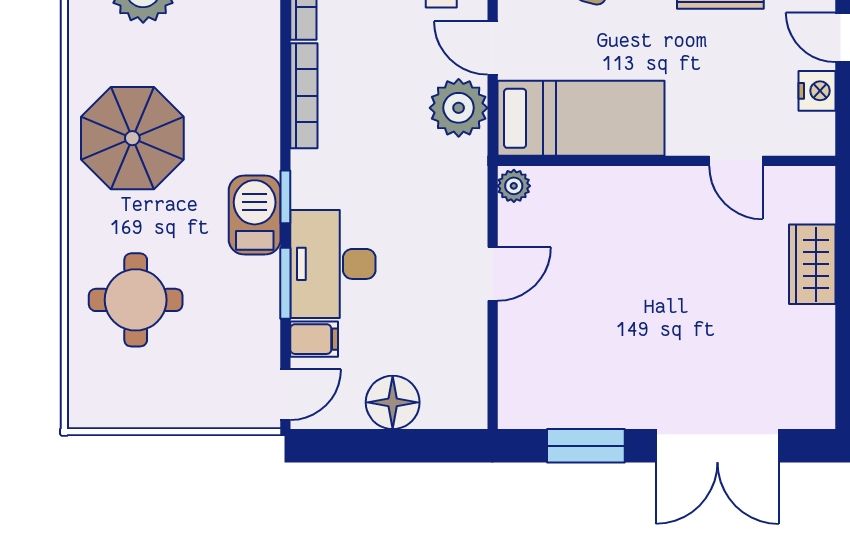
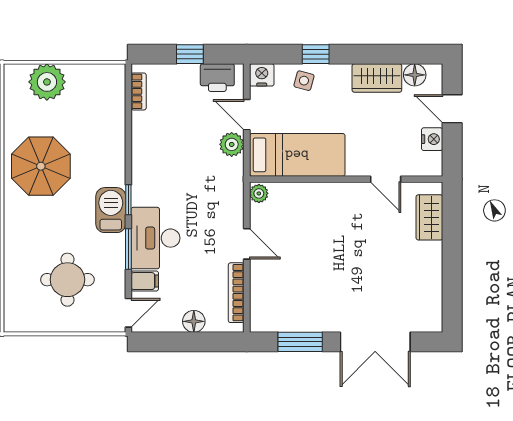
bookcase: (304, 96) -> (236, 293), moved, turned 180
plant: (459, 108) -> (232, 144), width x0.73, depth x0.73
wardrobe: (812, 264) -> (429, 217), moved
door: (493, 274) -> (247, 244), hinge flipped
round table: (136, 300) -> (67, 280), moved
floor lamp: (393, 402) -> (194, 321), width x0.73, depth x0.73

